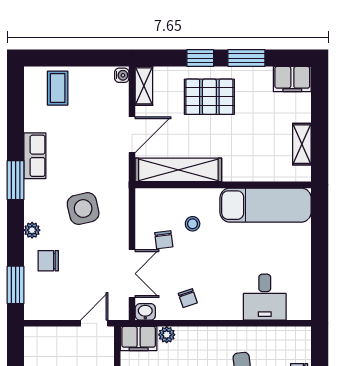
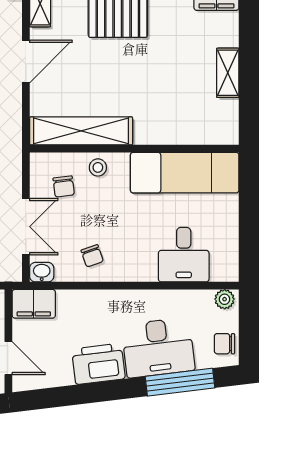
shelving: (178, 170) -> (81, 131), moved
wall: (223, 185) -> (134, 149), moved
exam couch: (266, 205) -> (185, 173), moved
plant: (167, 335) -> (225, 299), moved

